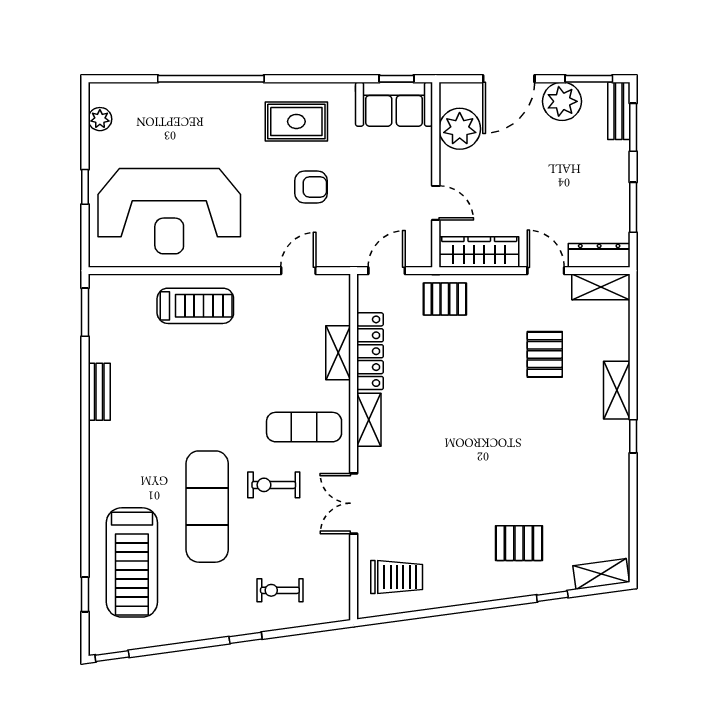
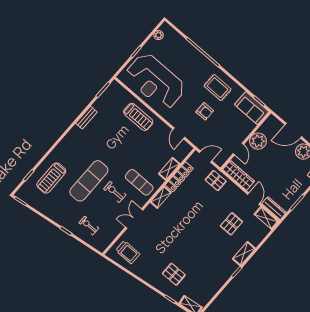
plant: (460, 129) -> (258, 141), moved
door: (298, 271) -> (179, 133), swing flipped
treadmill: (132, 562) -> (51, 178), width x0.73, depth x0.73

